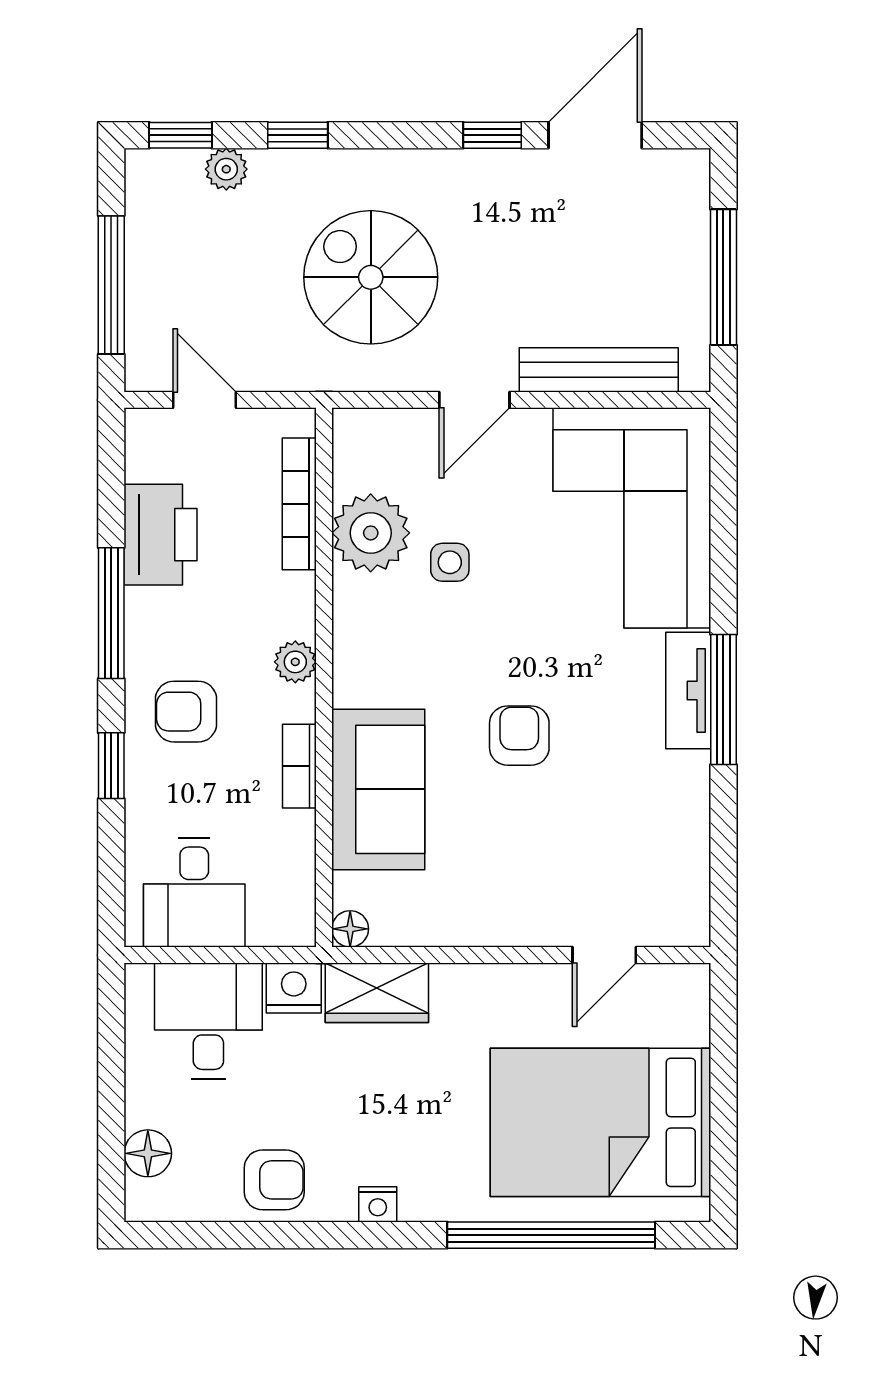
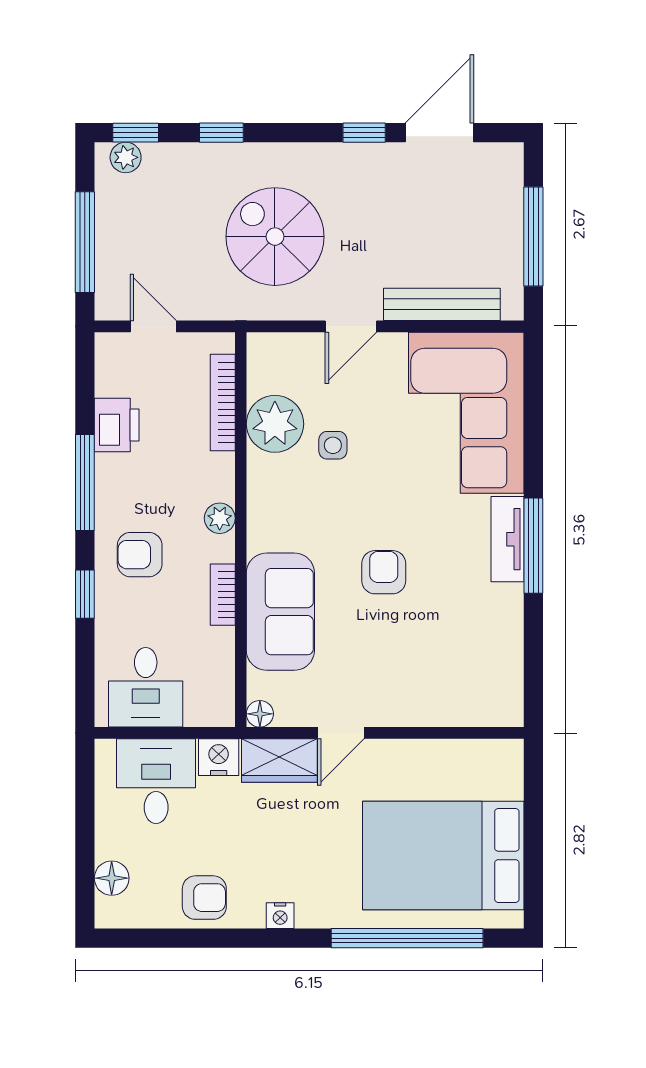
plant: (226, 169) -> (126, 157), moved
printer: (160, 535) -> (117, 425), width x0.73, depth x0.84
door: (604, 955) -> (341, 733), moved

